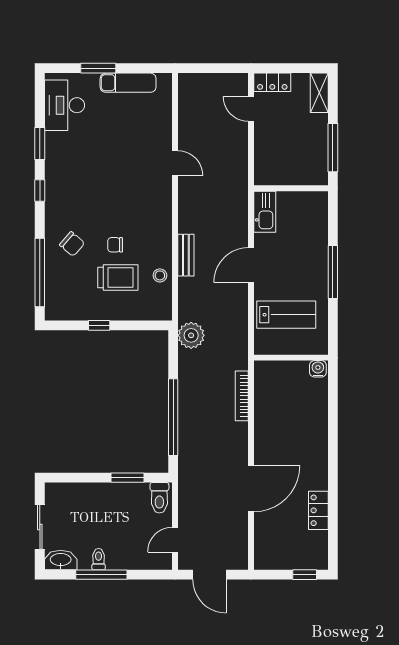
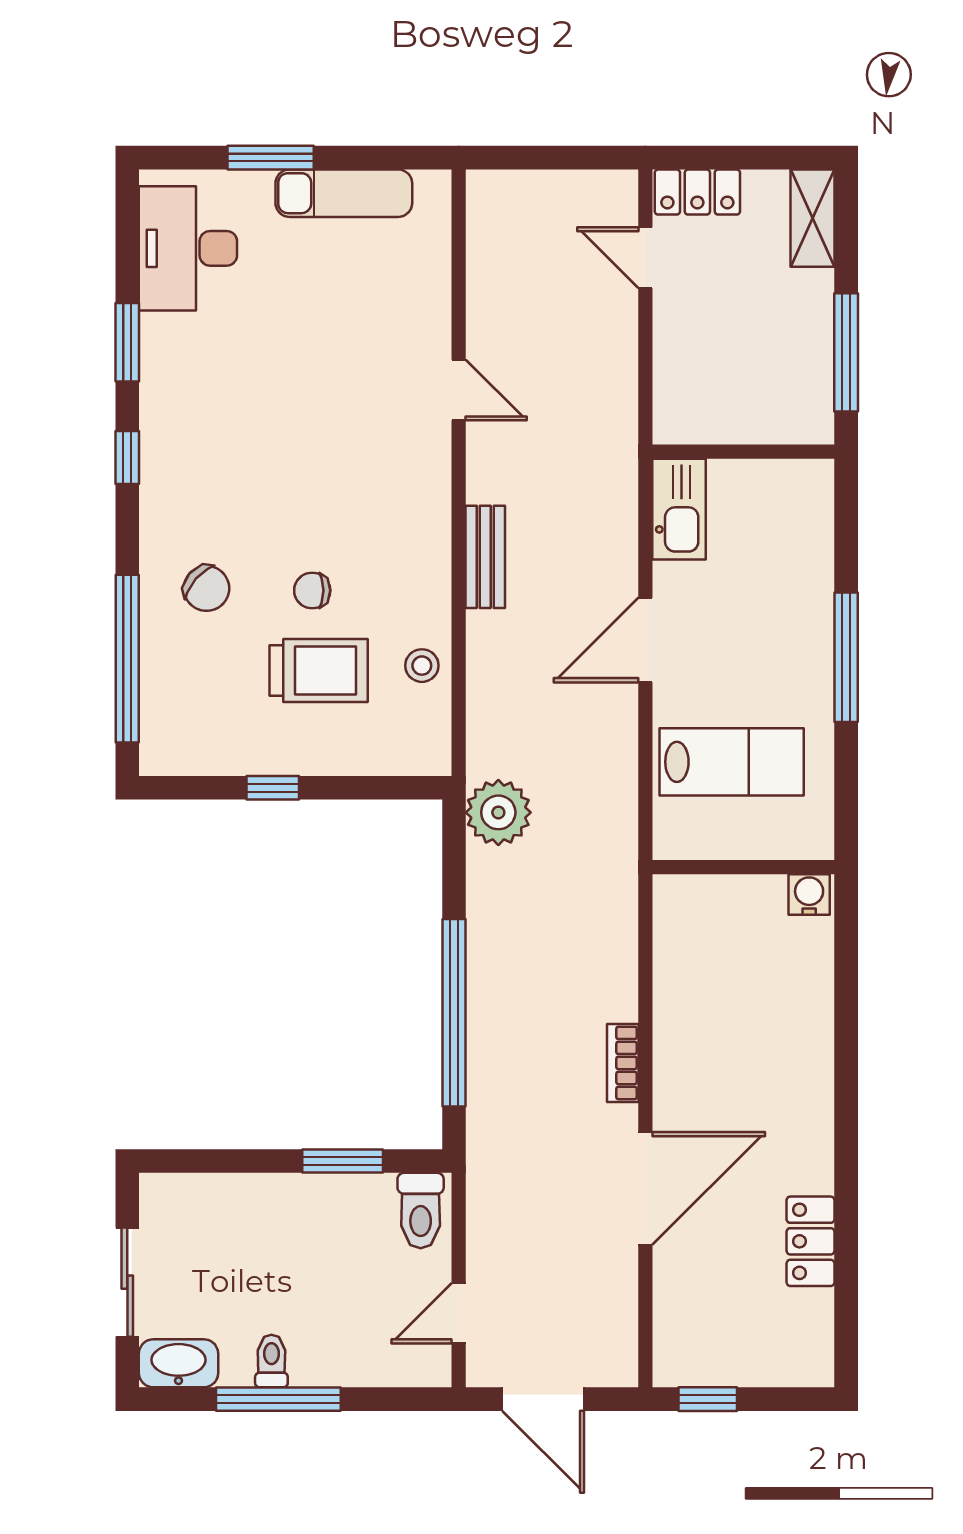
bench: (186, 255) -> (485, 557), moved
bookcase: (242, 396) -> (623, 1063), moved, width x0.64
window: (305, 575) -> (708, 1399), moved

